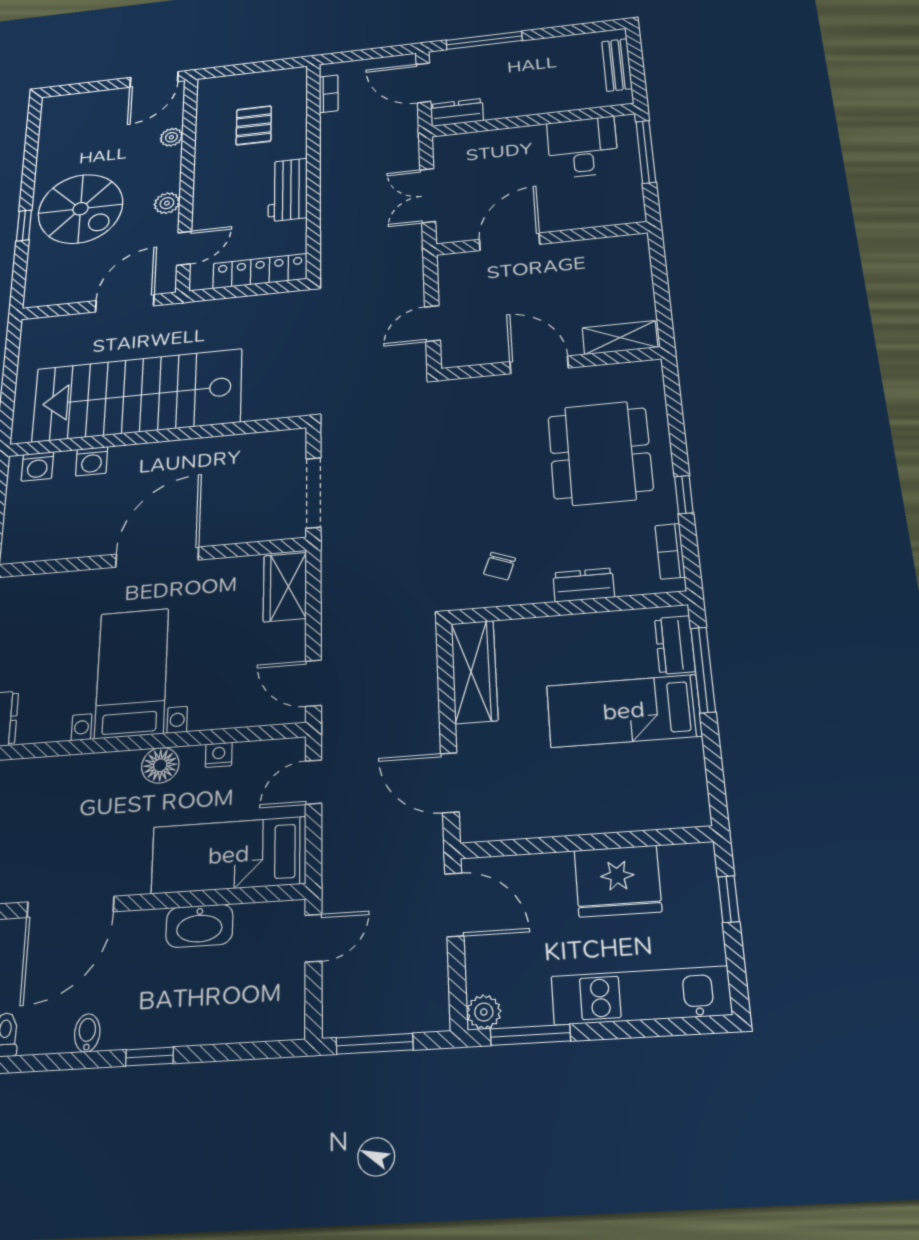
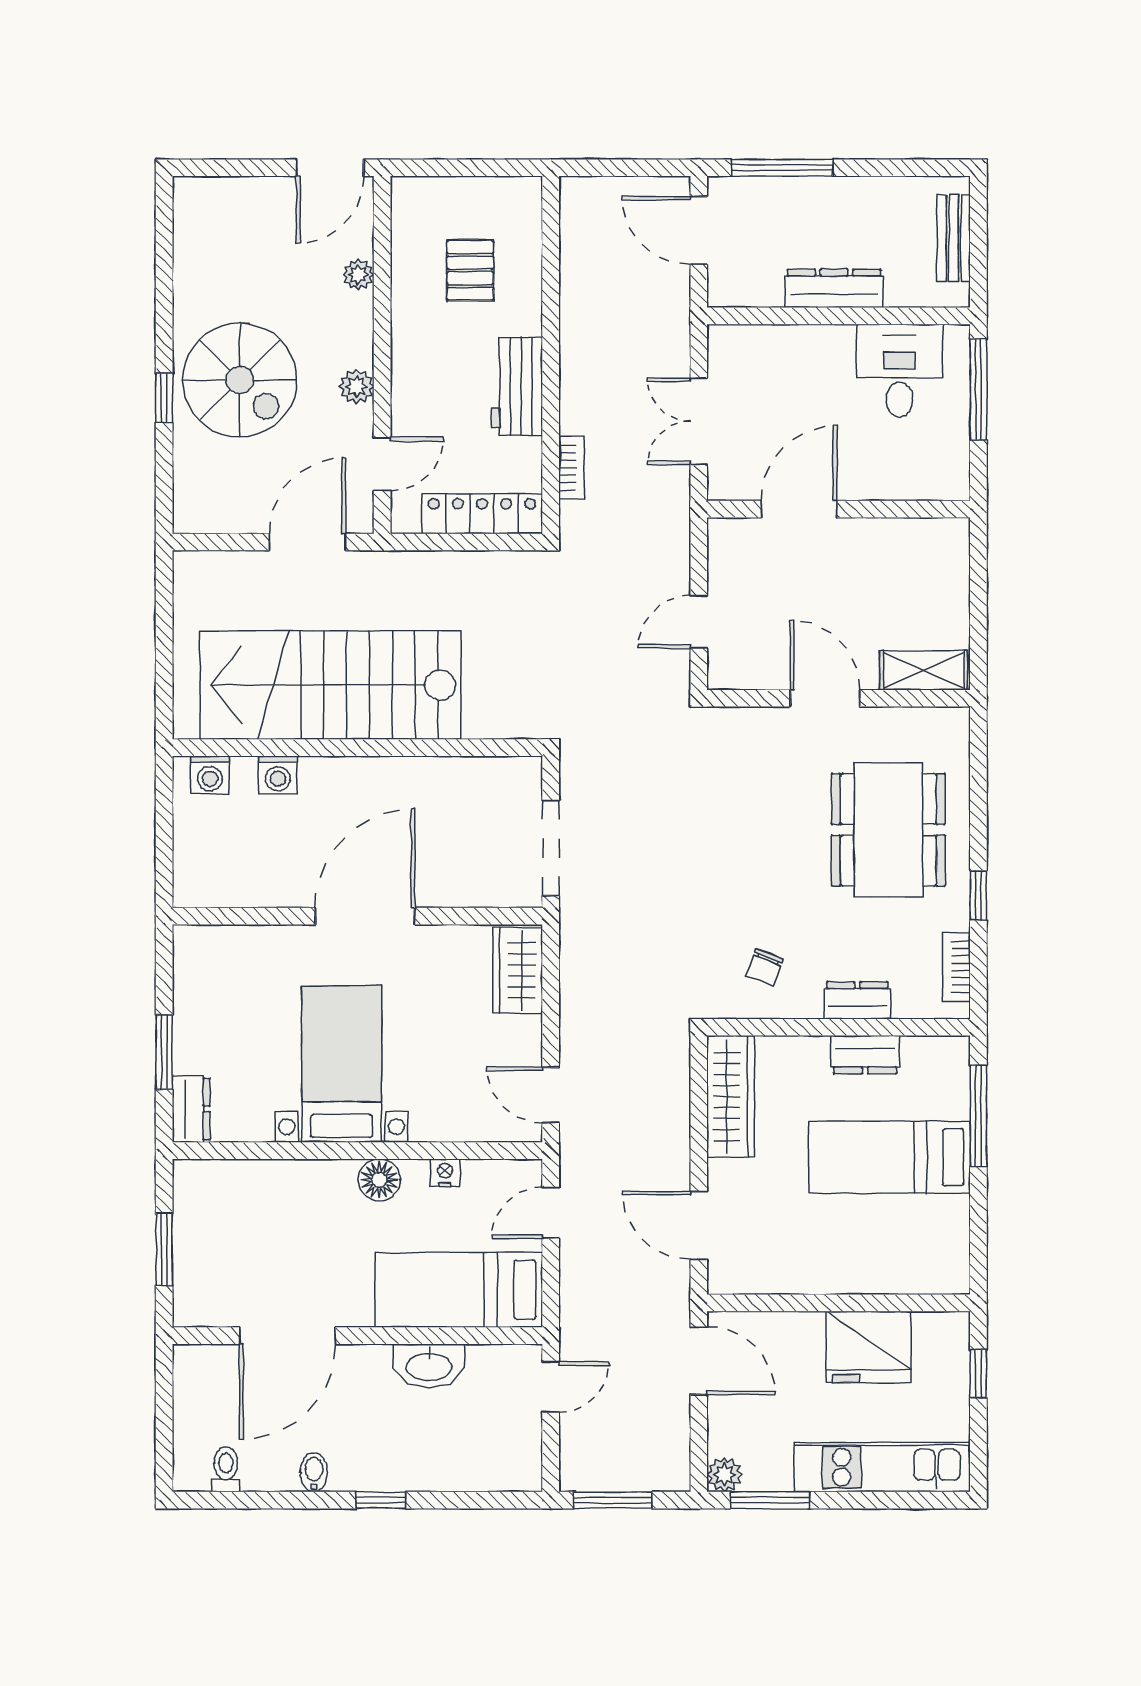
bookcase: (329, 94) -> (572, 468), moved
dresser: (457, 113) -> (834, 288), moved, width x1.44
dresser: (675, 645) -> (865, 1055), moved, turned -90

